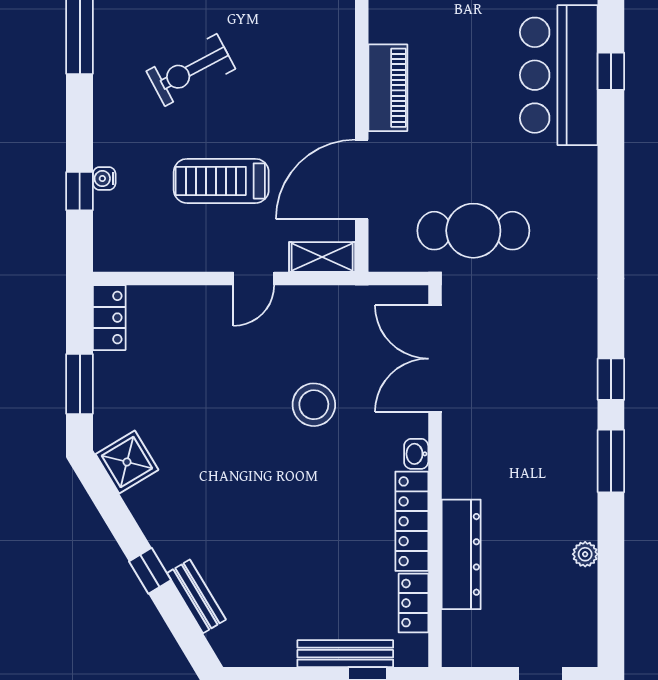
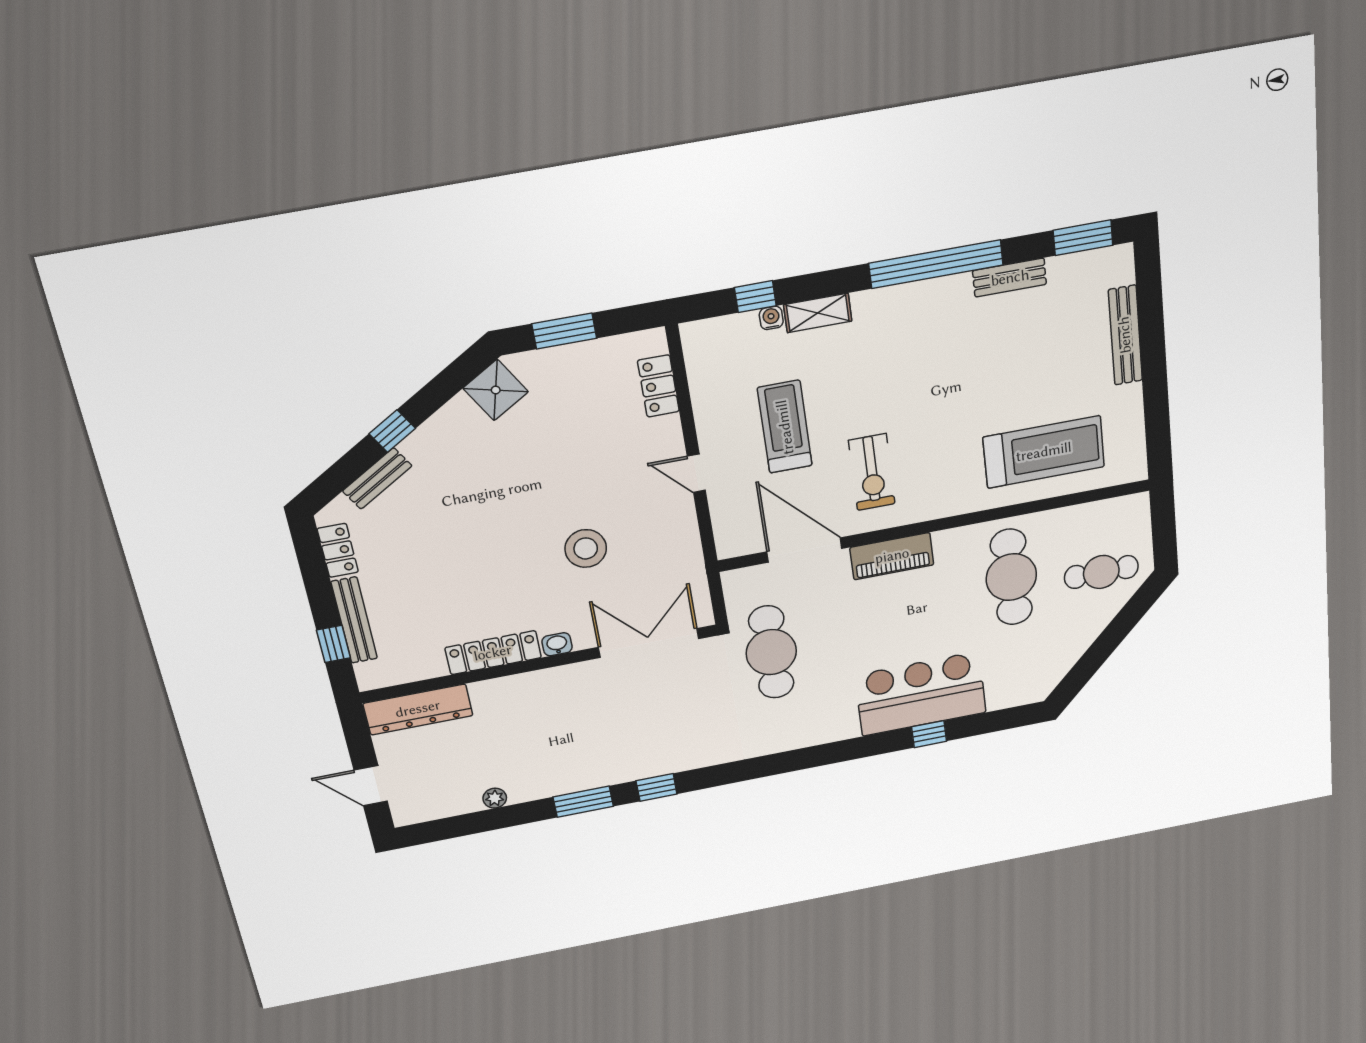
exercise bike: (191, 70) -> (872, 472), moved, turned -152
shelving: (322, 257) -> (818, 313), moved, turned 90
locker: (109, 318) -> (658, 386), moved, turned 90
dresser: (461, 554) -> (418, 709), moved
locker: (413, 603) -> (338, 550), moved, turned 90

